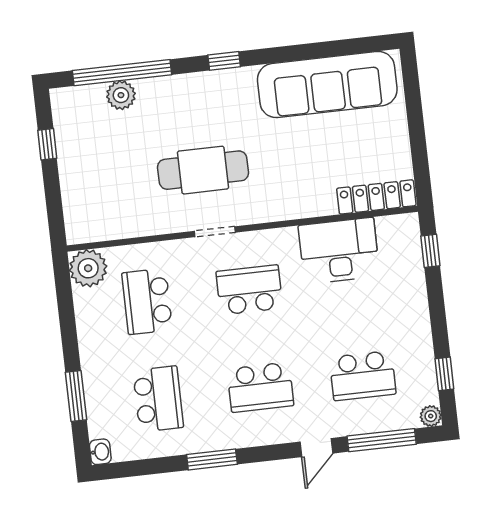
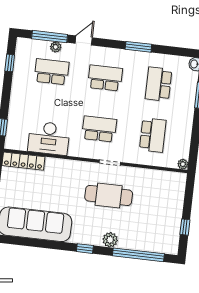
plant: (121, 95) -> (110, 240), moved
plant: (88, 268) -> (183, 164), width x0.53, depth x0.53
school desk: (249, 290) -> (99, 129), turned 180
plant: (431, 416) -> (56, 47), moved

